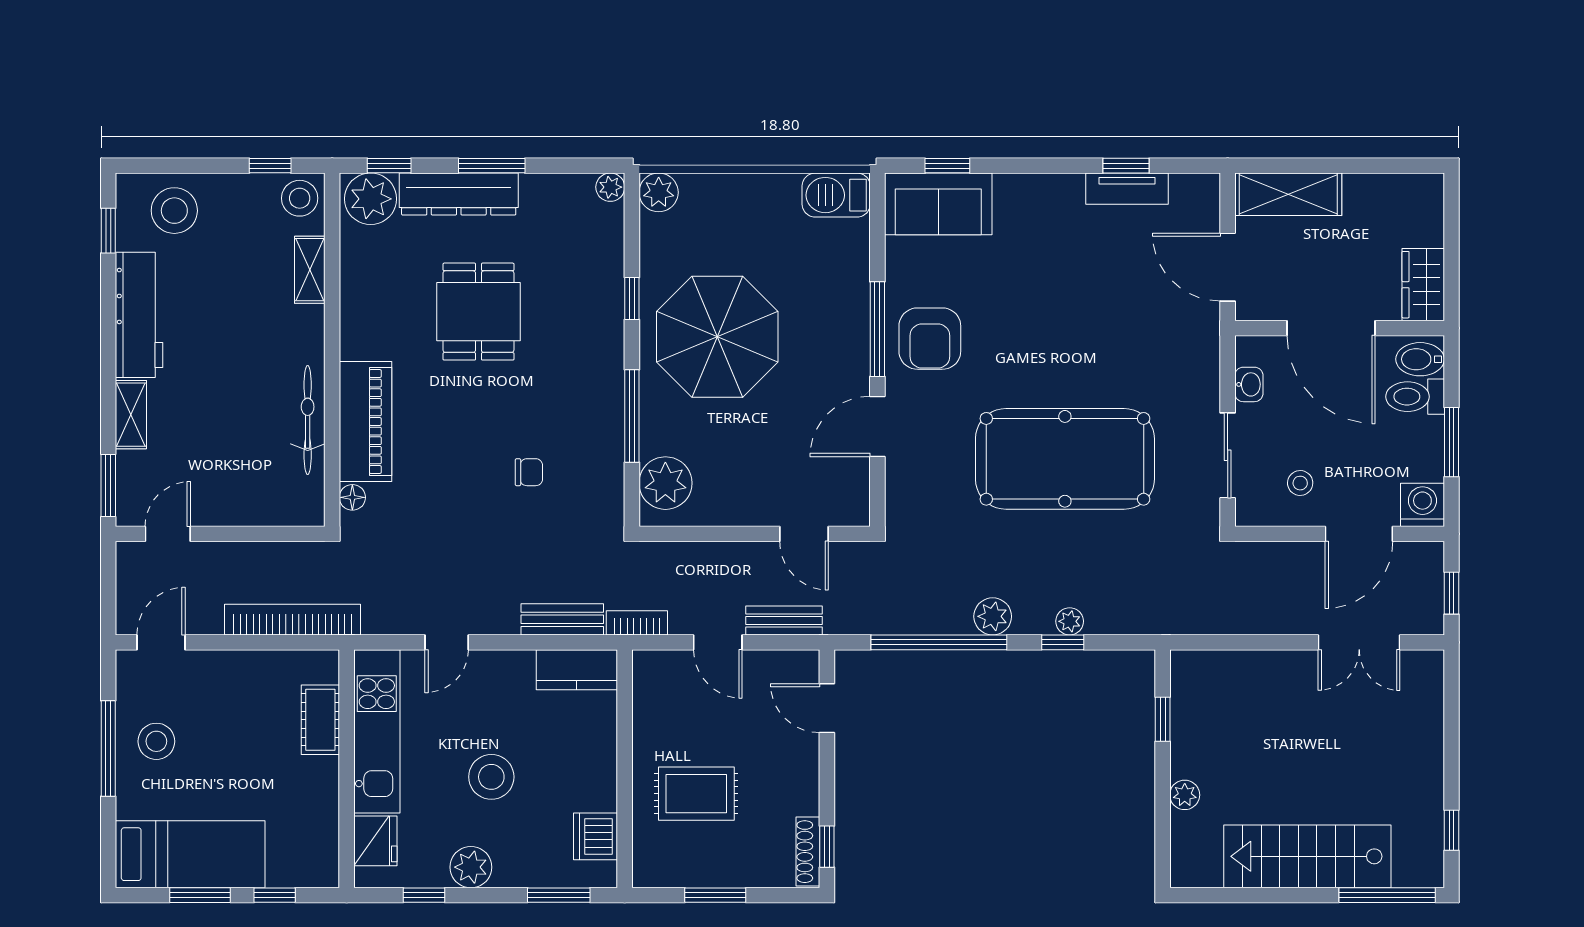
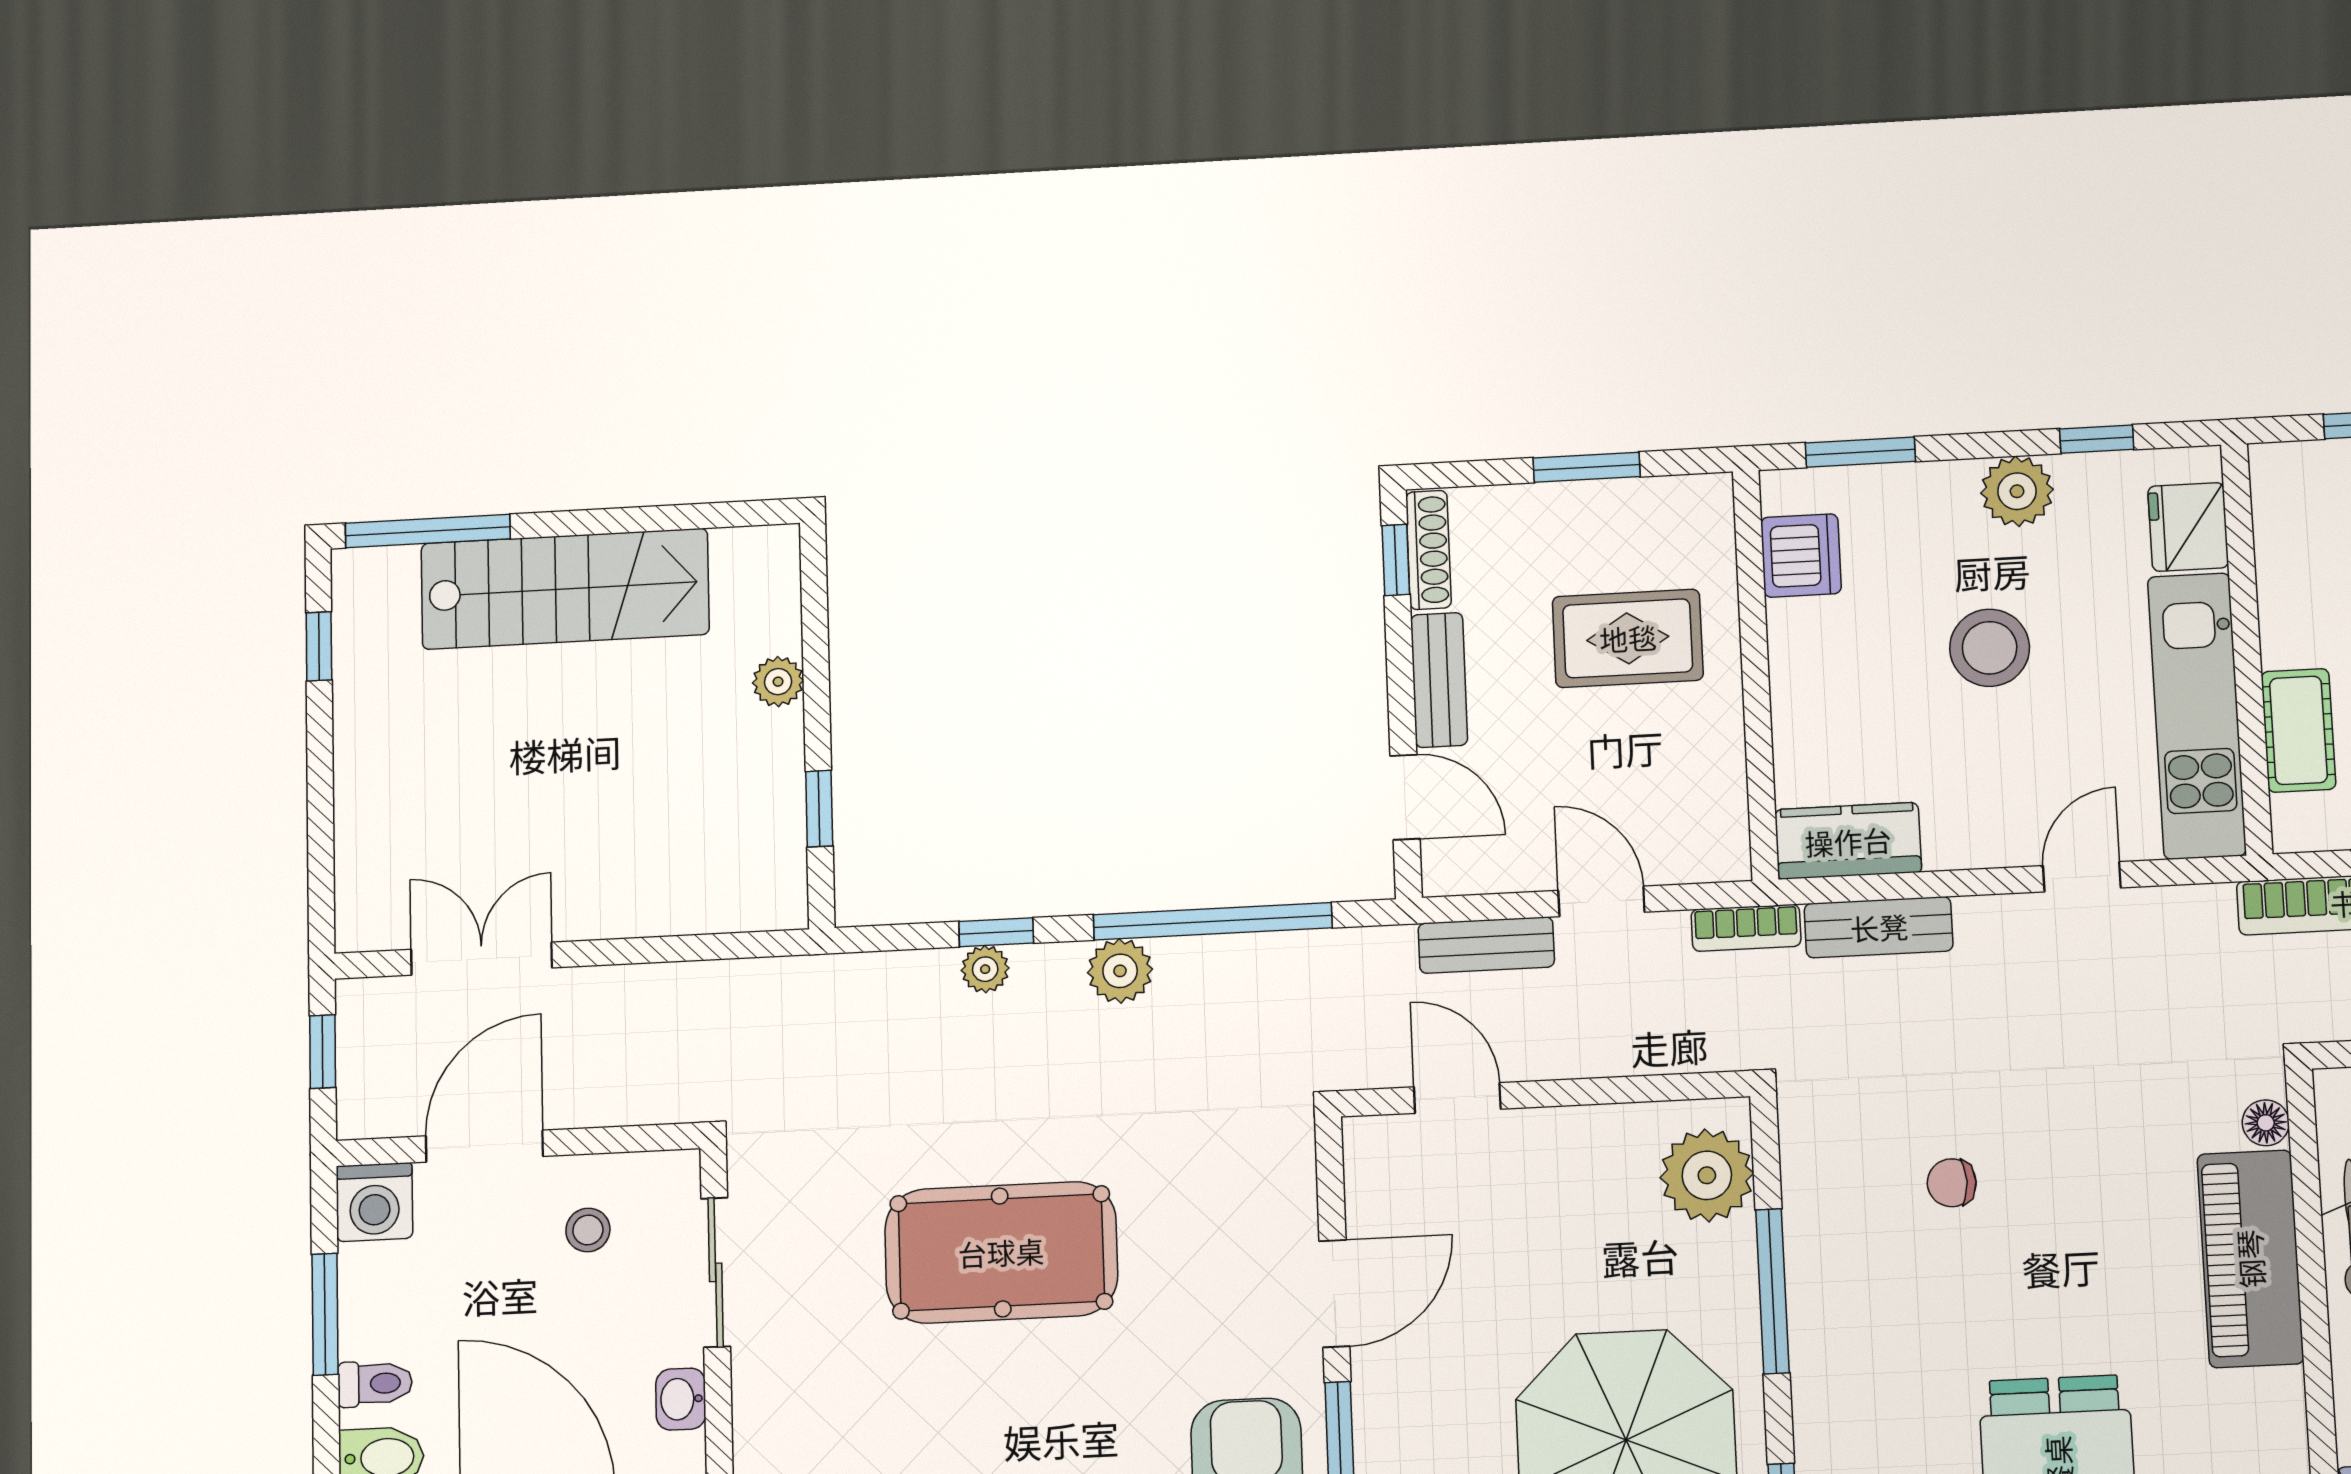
toilet: (1415, 397) -> (375, 1384), width x0.73, depth x0.72
pool table: (1065, 459) -> (1001, 1252), width x0.73, depth x0.76
bench: (805, 775) -> (1439, 680), added

